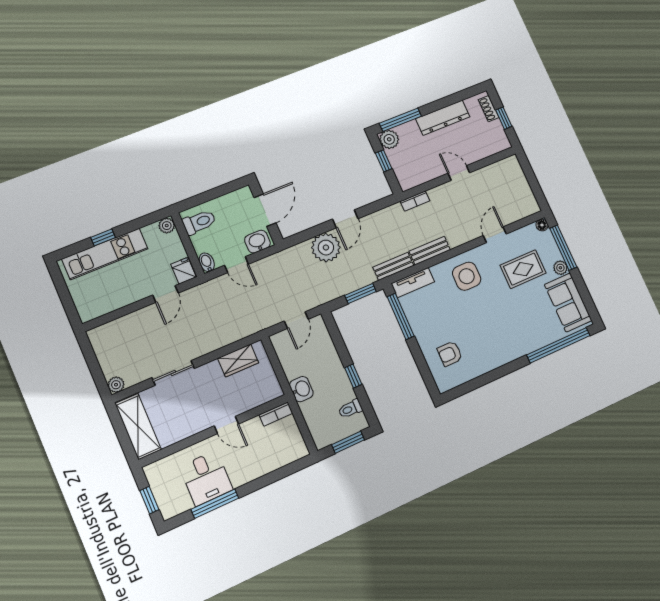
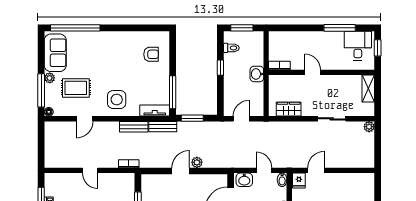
plant: (326, 248) -> (197, 162), width x0.53, depth x0.53
shelving: (138, 427) -> (368, 89), width x0.67, depth x0.75
desk: (206, 478) -> (358, 46), moved

